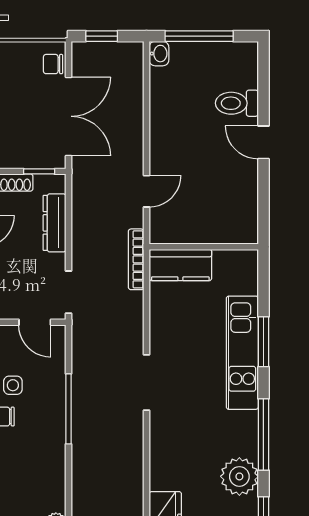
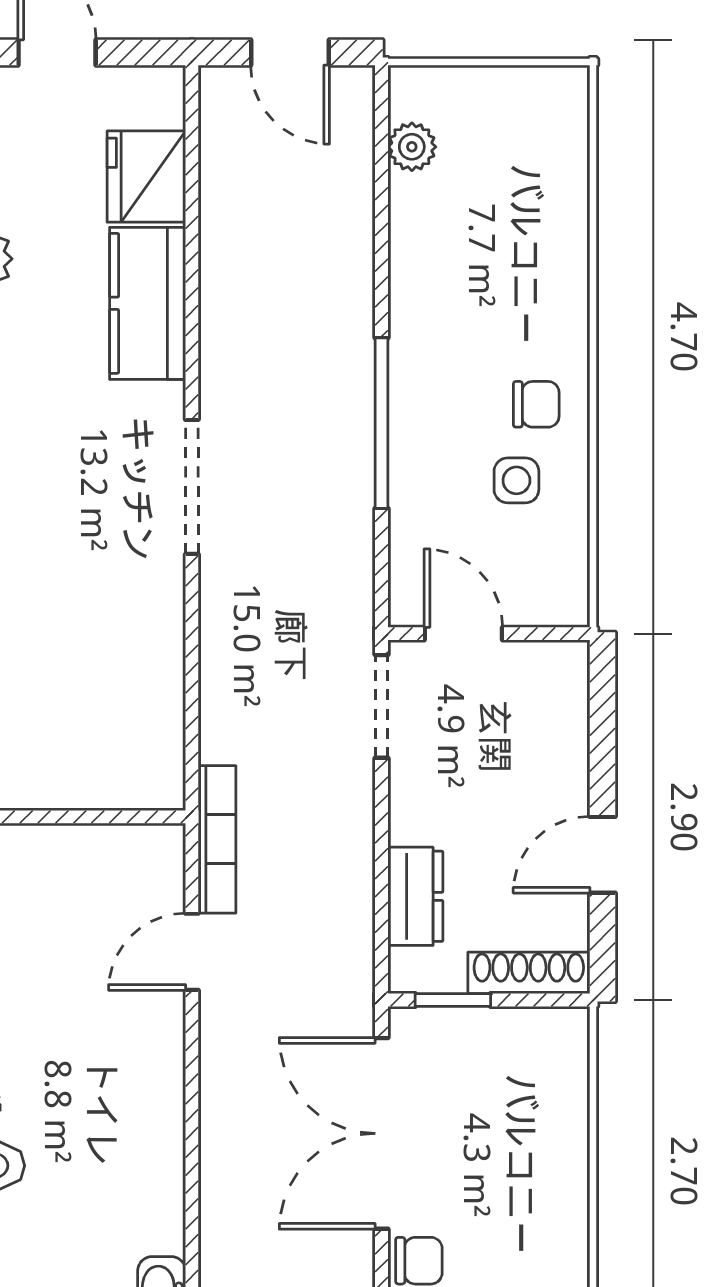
dresser: (55, 223) -> (415, 896), width x0.70
bookcase: (136, 259) -> (217, 839), moved
kitchen counter: (180, 265) -> (148, 303), moved, turned -90

